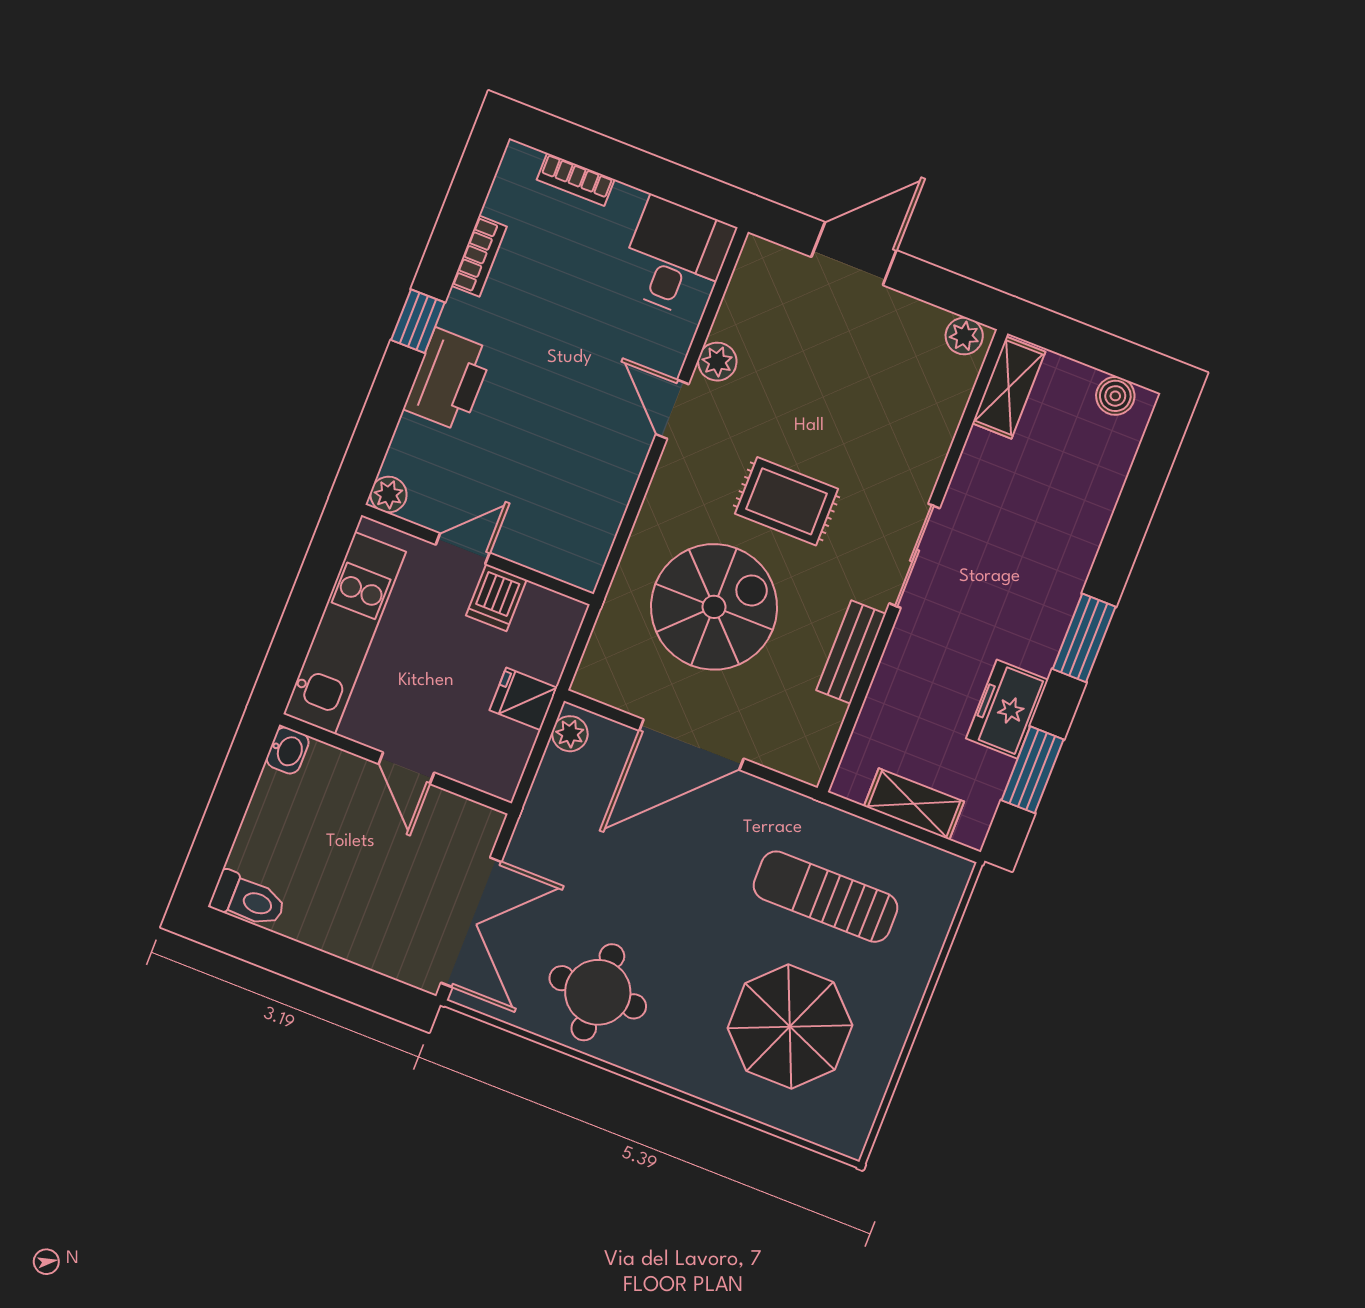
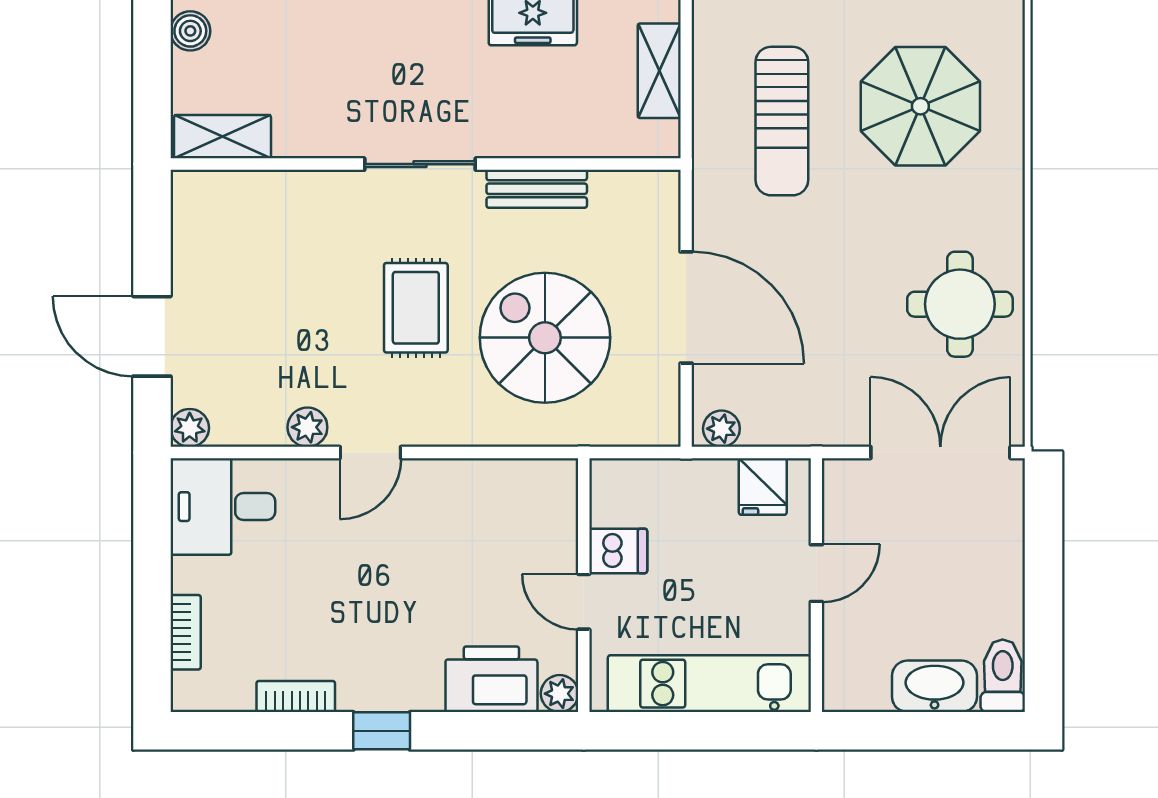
plant: (964, 336) -> (190, 428), moved
printer: (448, 380) -> (491, 679), moved
fridge: (523, 699) -> (763, 487), moved
washbasin: (288, 750) -> (935, 686), moved, width x1.91, depth x1.45

